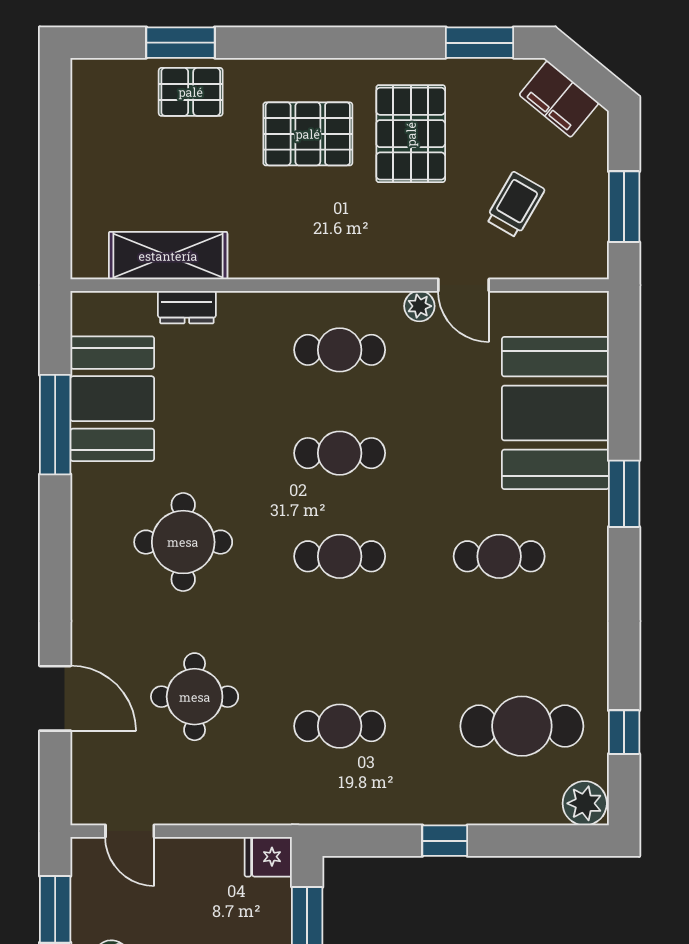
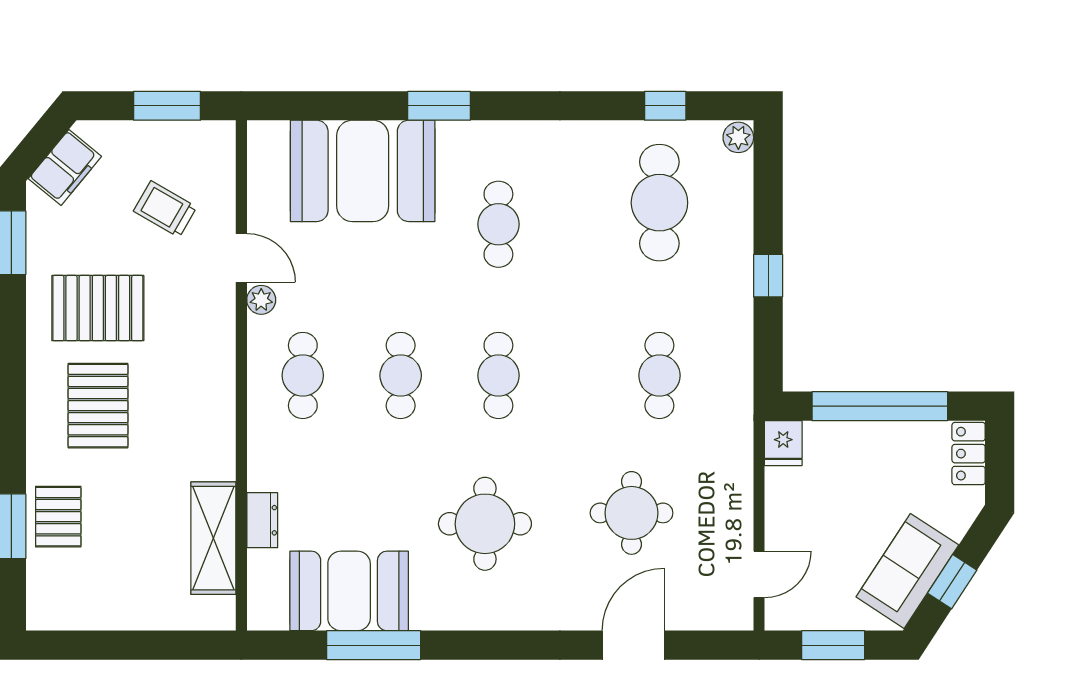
door: (464, 285) -> (241, 258), hinge flipped
plant: (585, 803) -> (738, 137), width x0.73, depth x0.73

